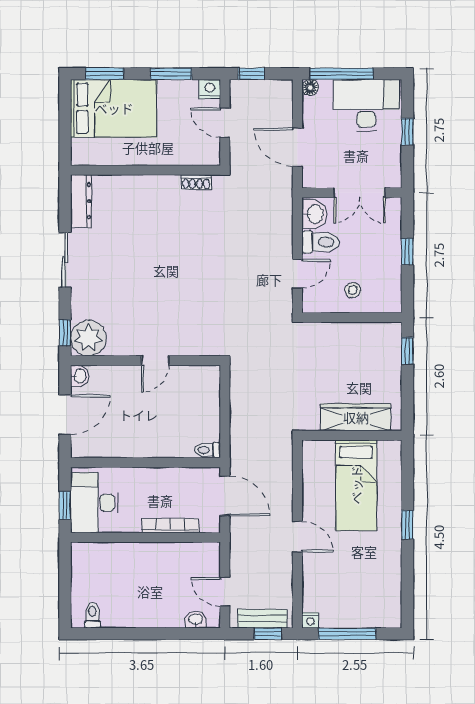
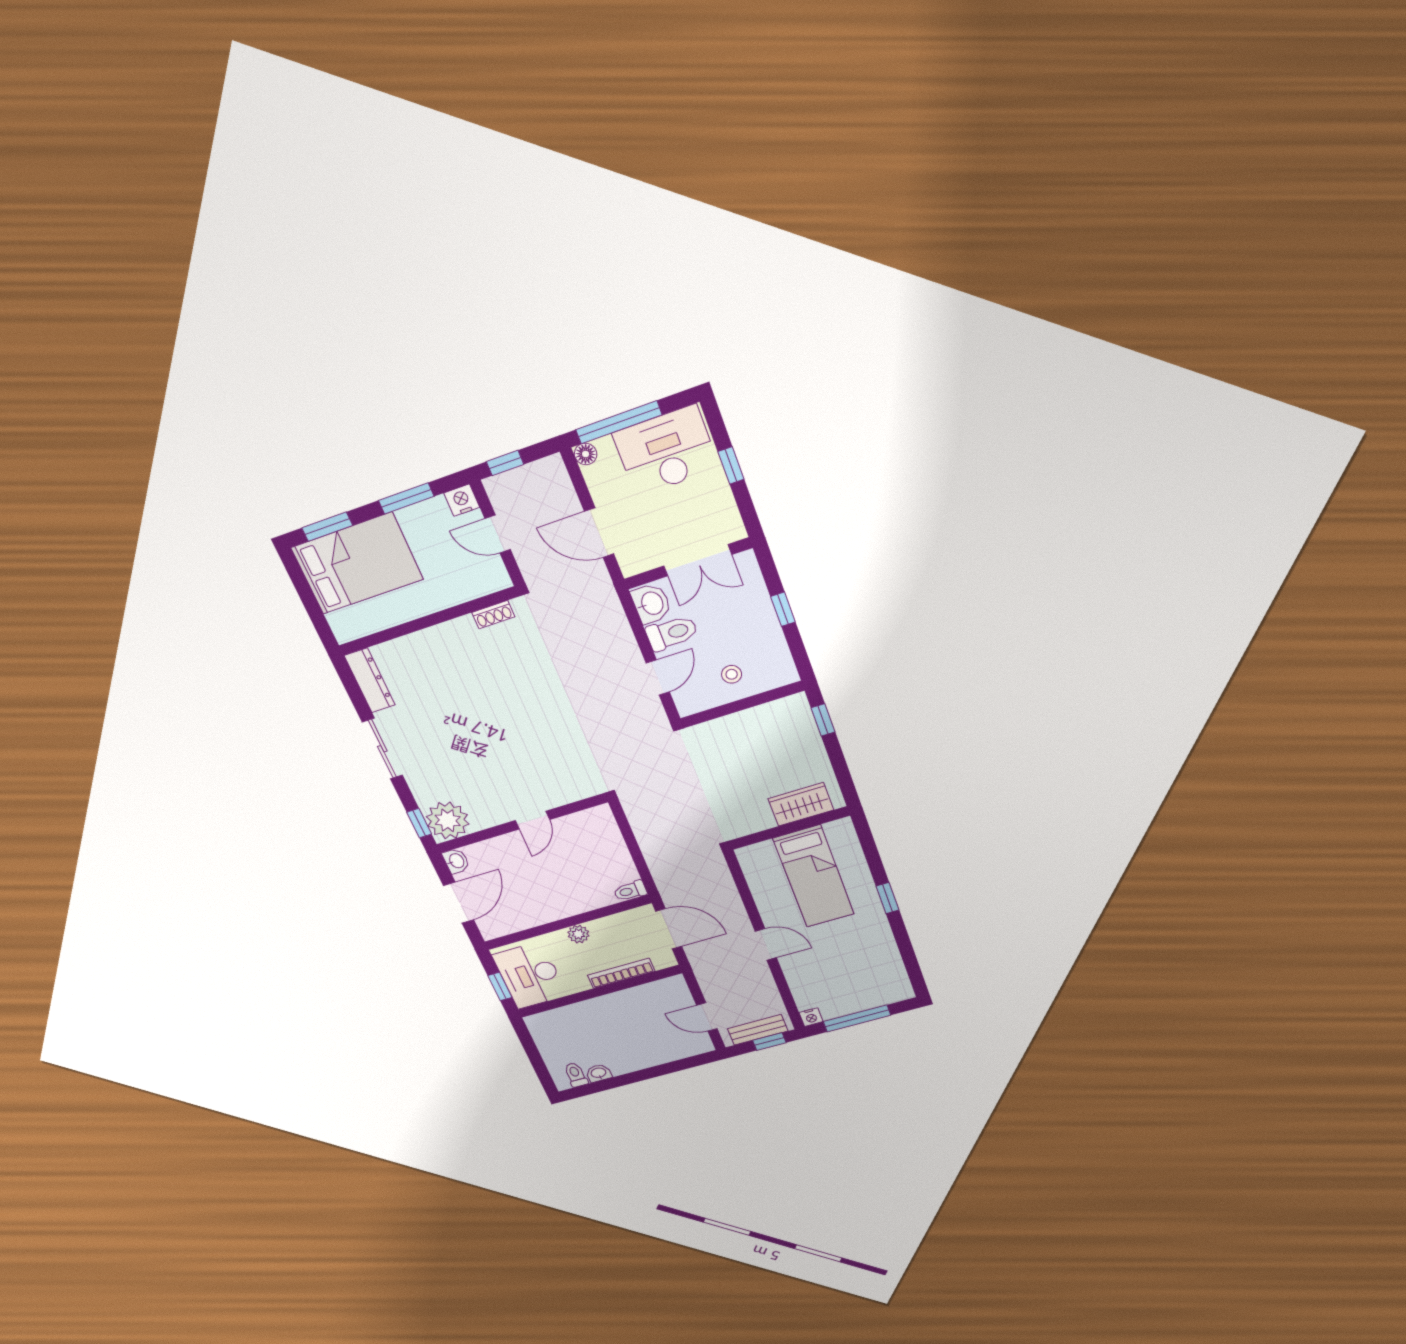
wardrobe: (356, 417) -> (801, 804), width x0.67
plant: (150, 476) -> (578, 934), added
washbasin: (196, 620) -> (599, 1073), moved

